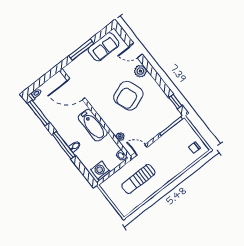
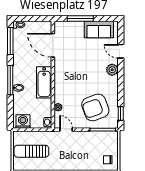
armchair: (128, 96) -> (95, 108), moved
sun lounger: (138, 179) -> (31, 151), moved

